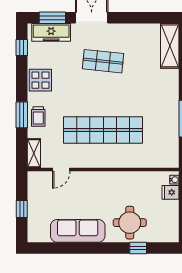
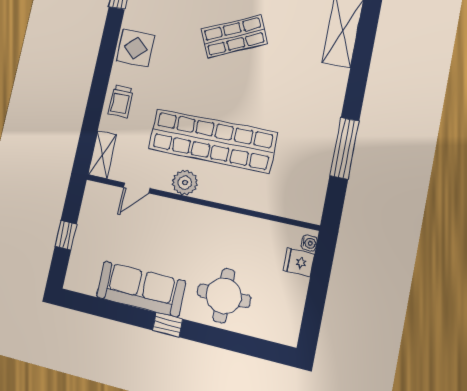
shop shelf: (103, 61) -> (234, 36), turned -30
window: (22, 115) -> (97, 94), removed
plant: (91, 160) -> (185, 183), added
window: (138, 248) -> (168, 325), moved

